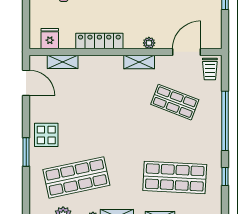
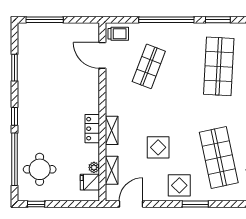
locker: (99, 41) -> (92, 129), width x0.66
plant: (149, 43) -> (94, 167), moved
shelving: (139, 62) -> (112, 130), moved
display table: (87, 112) -> (158, 147), added
window: (225, 176) -> (218, 20), width x1.50

